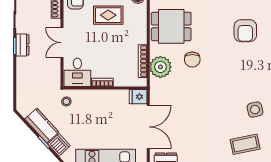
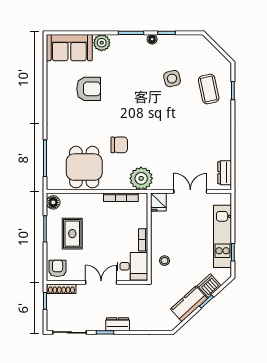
double door: (62, 43) -> (101, 282), swing flipped
dresser: (22, 45) -> (118, 324), moved
plant: (160, 67) -> (141, 178), moved
stool: (66, 101) -> (165, 261), moved
double door: (148, 127) -> (190, 191), width x0.73

